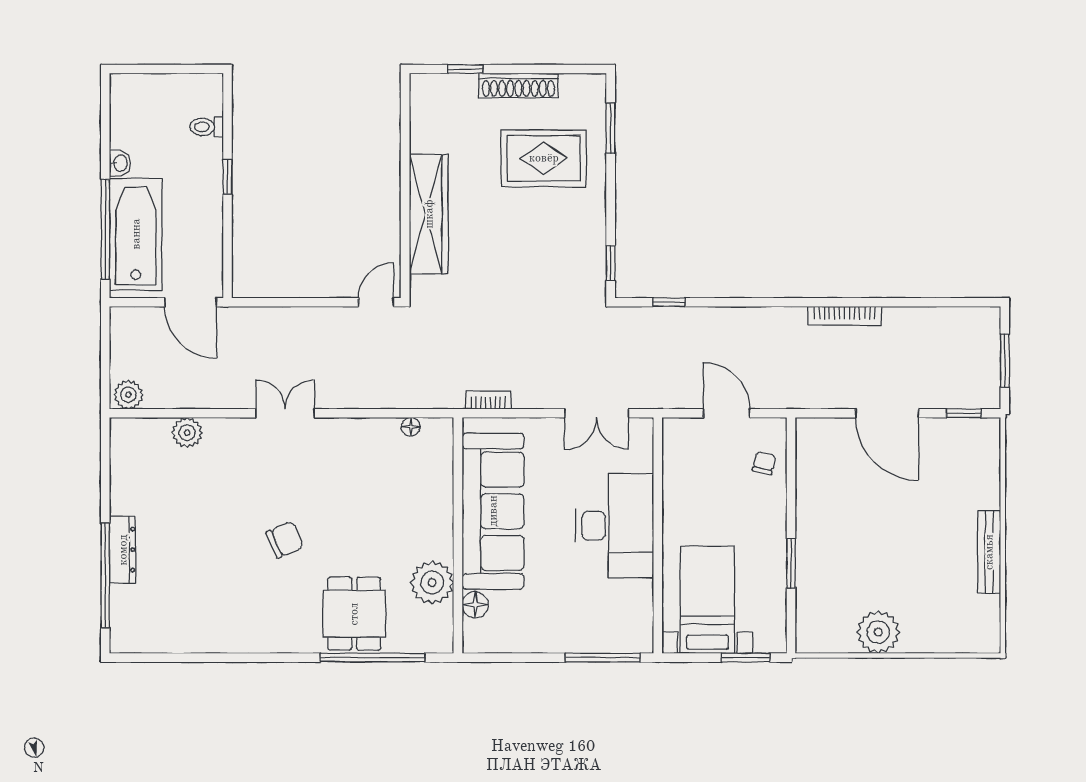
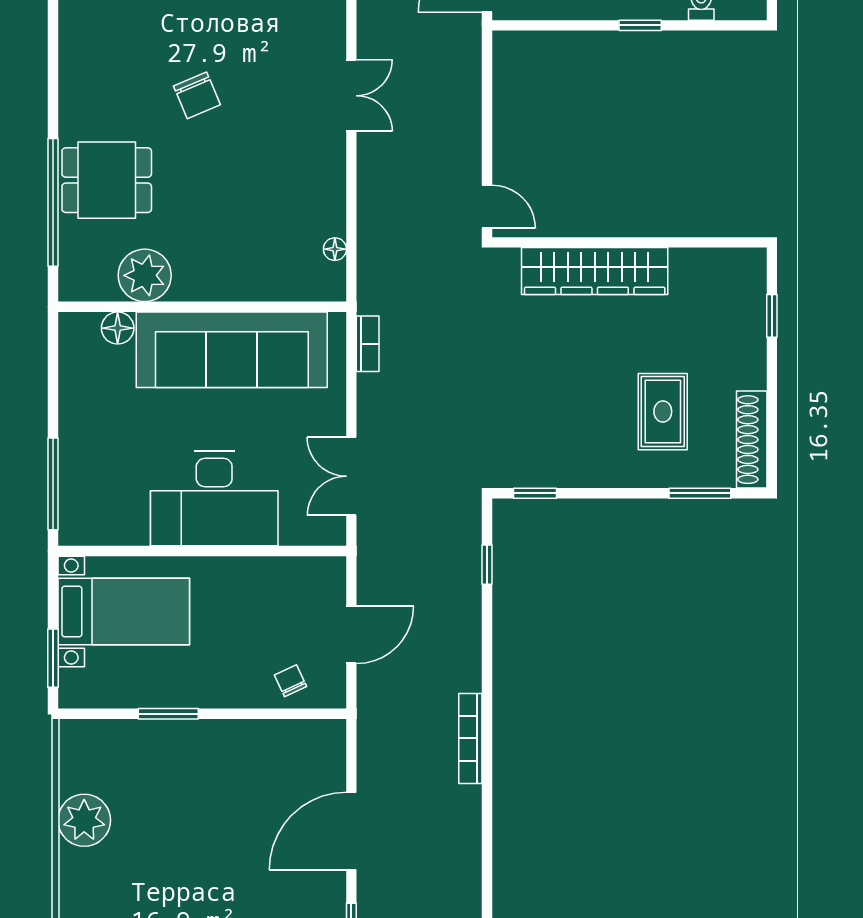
shoe rack: (518, 86) -> (752, 440), moved
rug: (544, 158) -> (663, 412), width x0.73, depth x0.70
bookcase: (845, 316) -> (470, 738), moved
chair: (764, 463) -> (291, 681), turned -129

